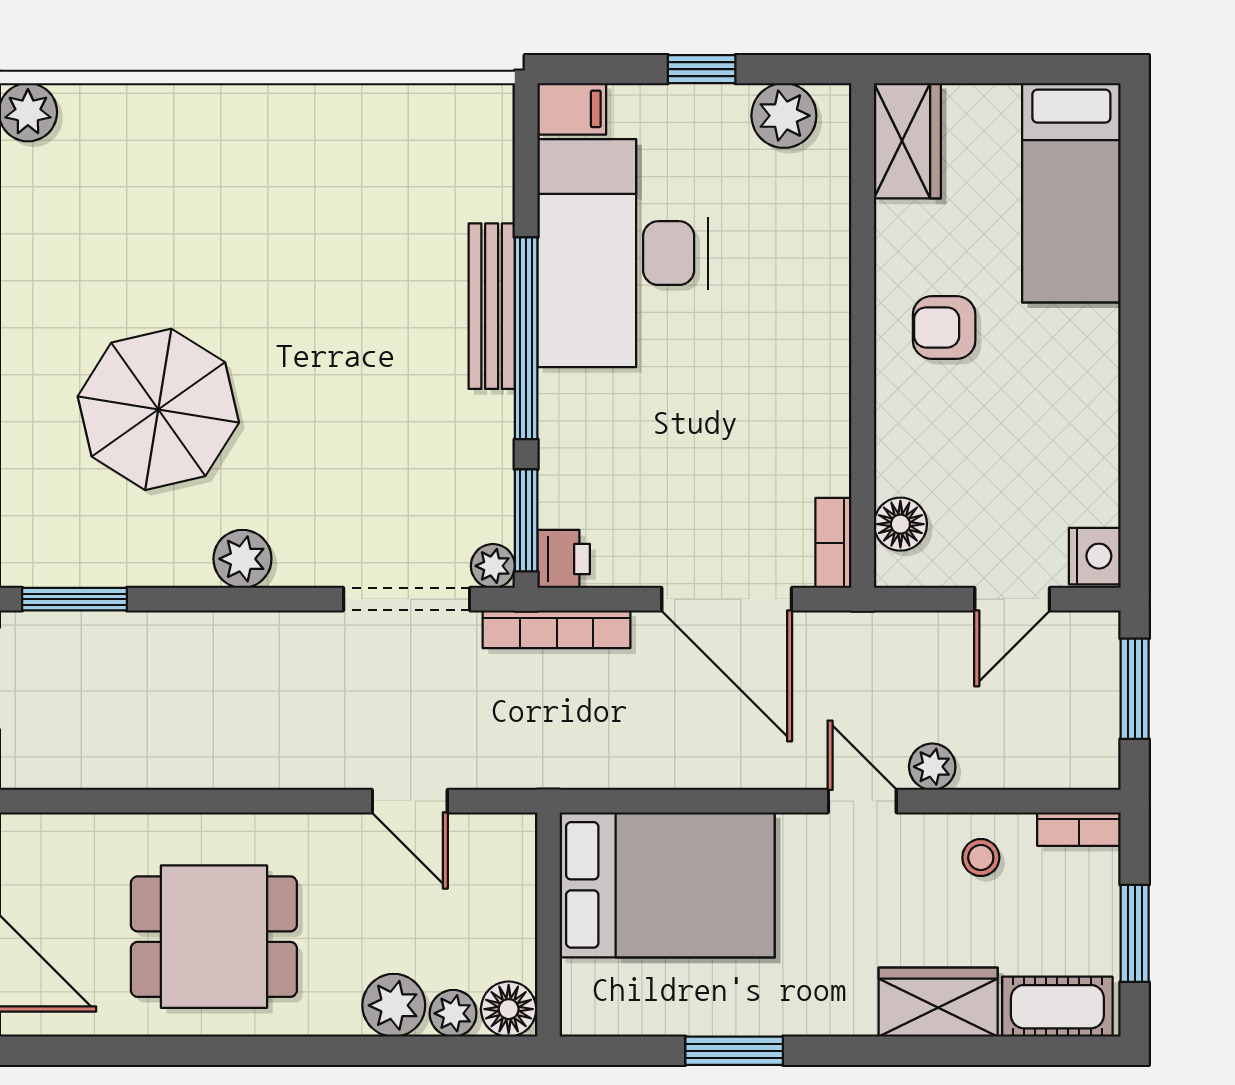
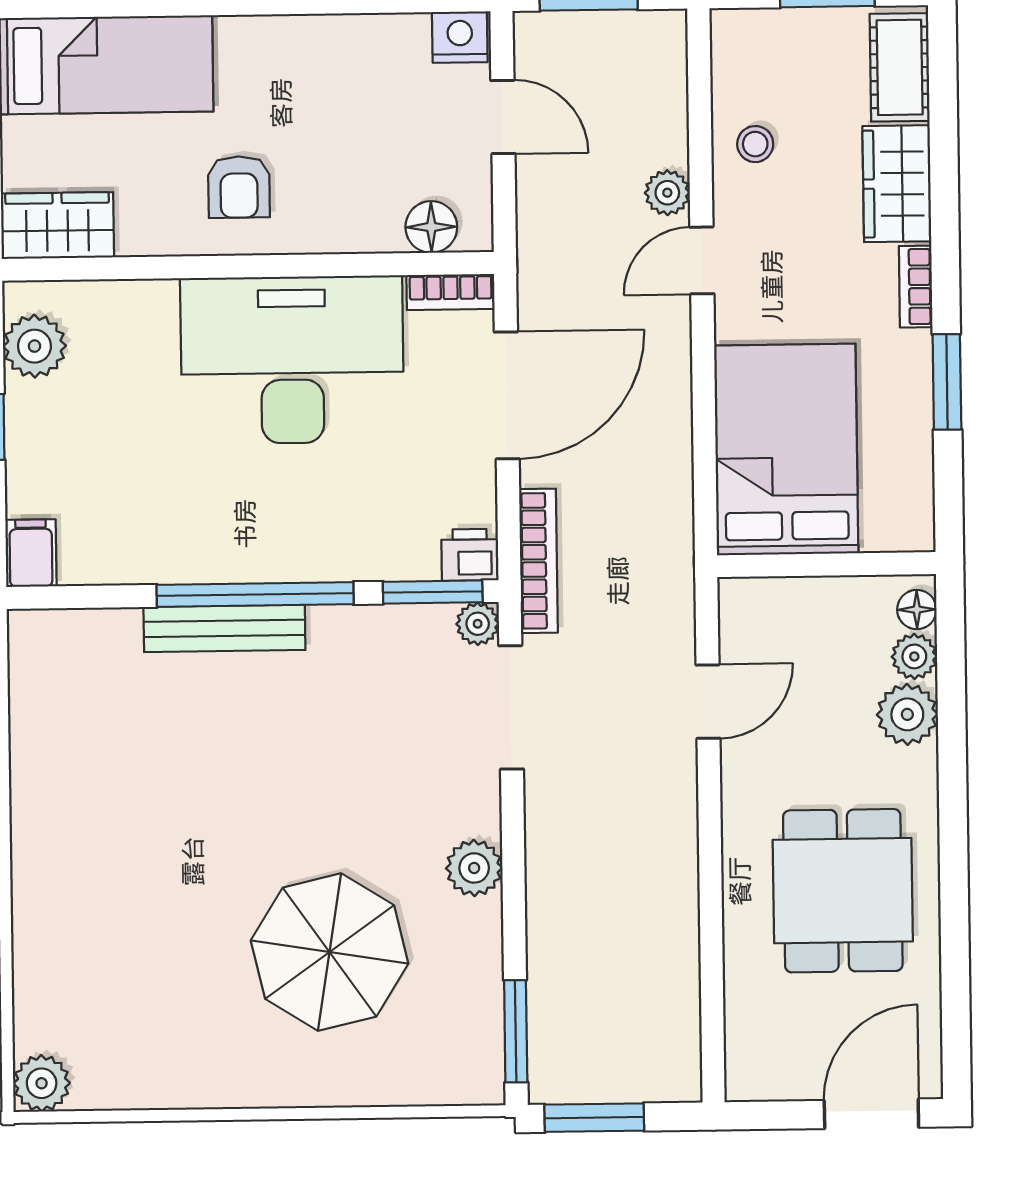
desk: (623, 253) -> (292, 360), moved, turned 180
bookcase: (1079, 829) -> (916, 287), moved, turned 180
floor lamp: (509, 1009) -> (917, 610), width x0.73, depth x0.73

